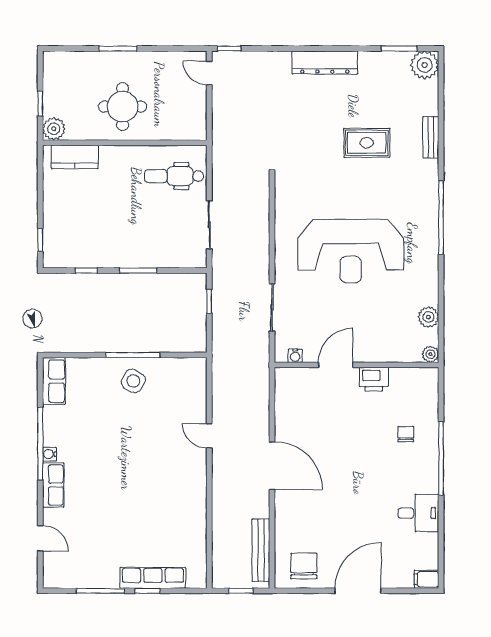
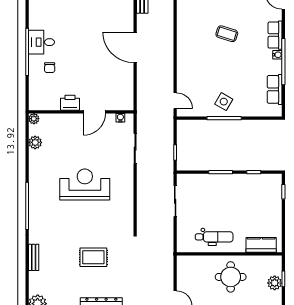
plant: (54, 129) -> (275, 283), moved
rug: (367, 143) -> (93, 257), moved
dental chair: (174, 176) -> (214, 237), moved
reception desk: (351, 251) -> (85, 185), width x0.74, depth x0.77
row of seats: (54, 381) -> (275, 89), moved
door: (209, 436) -> (175, 101), moved
coffee table: (129, 487) -> (227, 34), added
desk: (418, 513) -> (41, 42), moved

